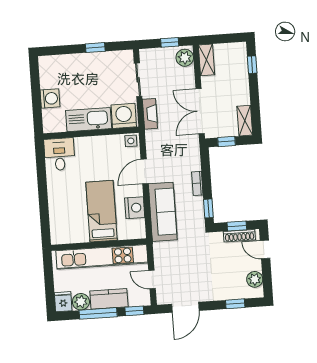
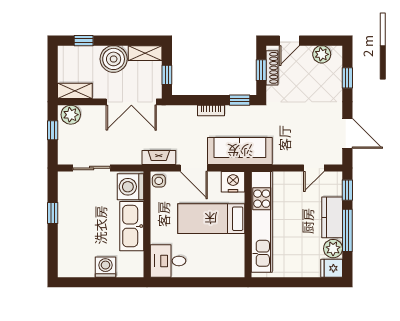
boiler: (237, 93) -> (114, 59), added
fireplace: (150, 114) -> (159, 158), moved
bed: (102, 211) -> (211, 219), moved
wall: (99, 245) -> (248, 224), moved
kitchen unit: (102, 257) -> (262, 222), moved

